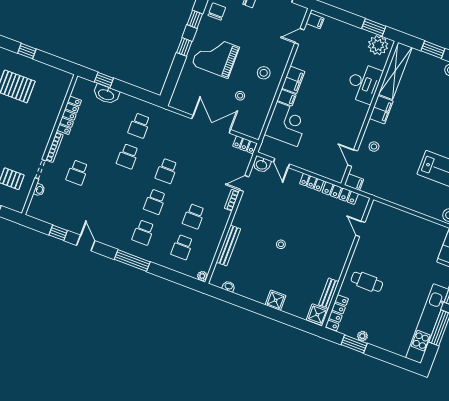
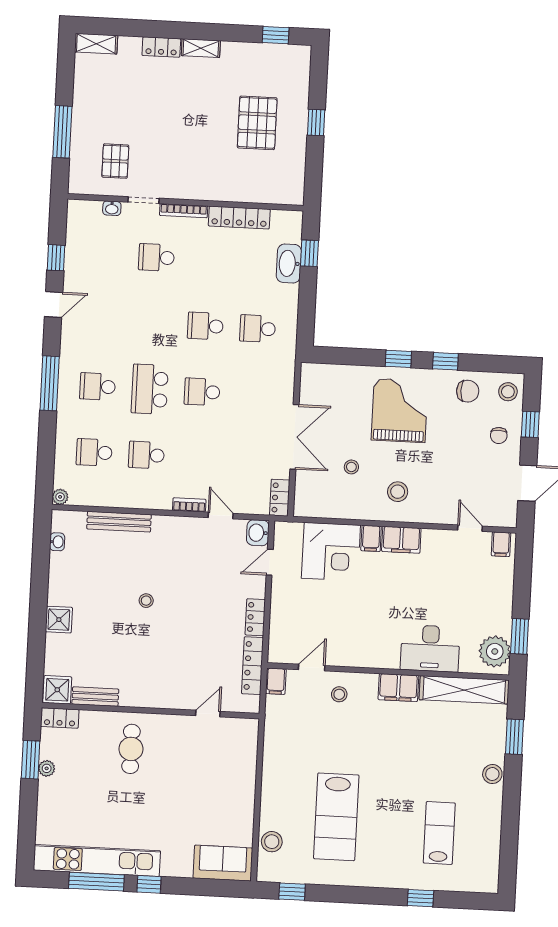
school desk: (155, 202) -> (150, 389), width x1.85
locker: (337, 313) -> (60, 718), width x0.66

